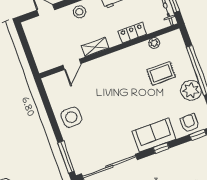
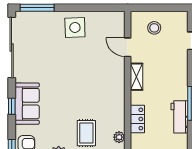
stool: (79, 12) -> (154, 28), moved

